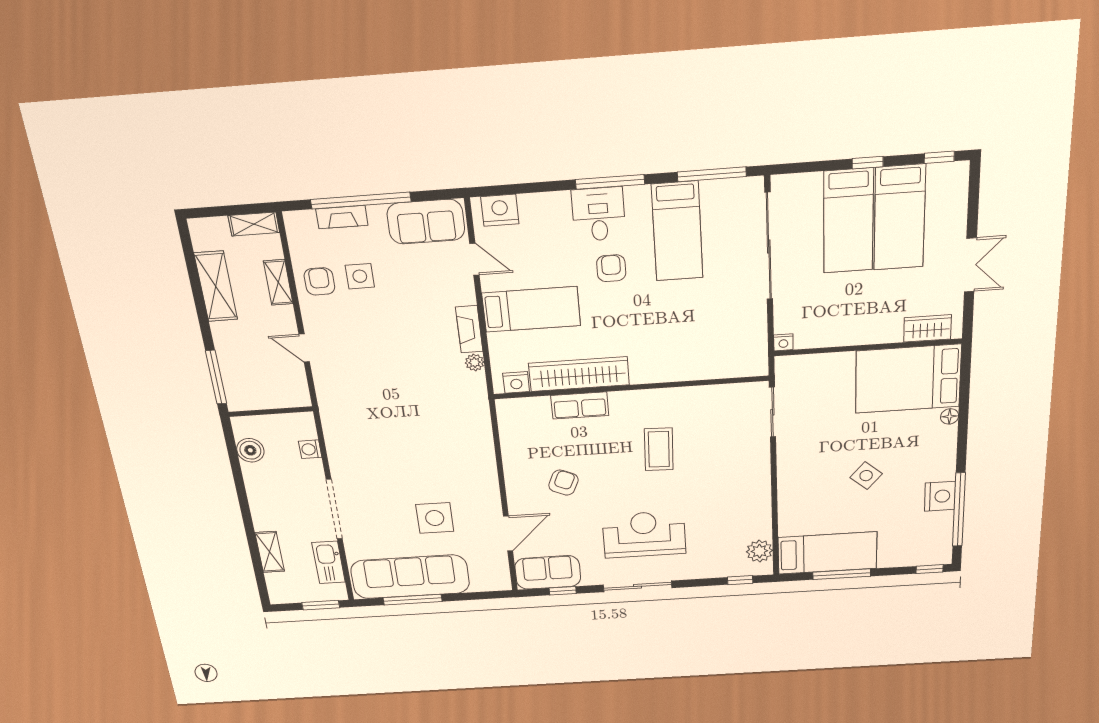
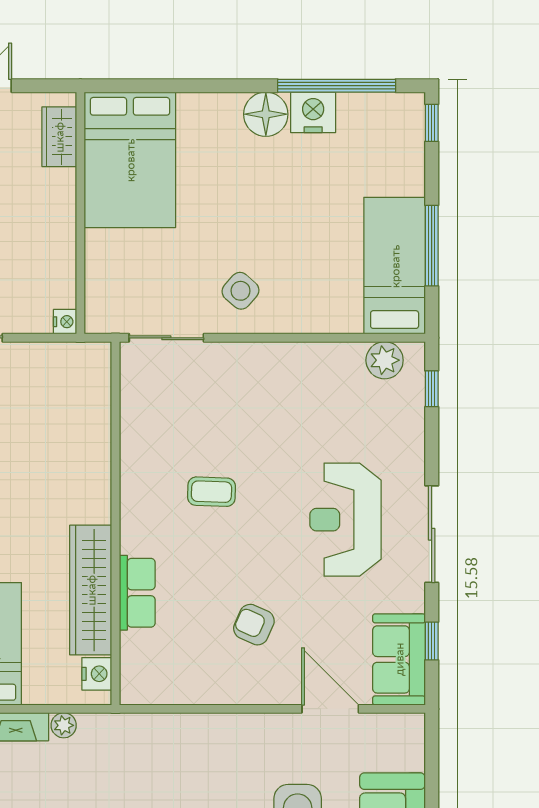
floor lamp: (950, 416) -> (266, 114), moved, width x1.89, depth x1.89
coffee table: (659, 449) -> (212, 492), width x0.73, depth x0.77
side table: (866, 476) -> (241, 291), moved

